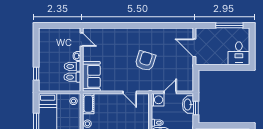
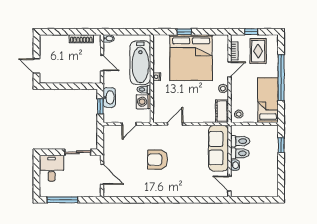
armchair: (145, 61) -> (157, 160), turned 73
sliding door: (216, 67) -> (78, 152), added
sofa: (91, 76) -> (219, 148), width x1.36
door: (130, 92) -> (175, 124), hinge flipped
washing machine: (158, 100) -> (144, 102), moved
washbasin: (188, 105) -> (109, 97), moved

